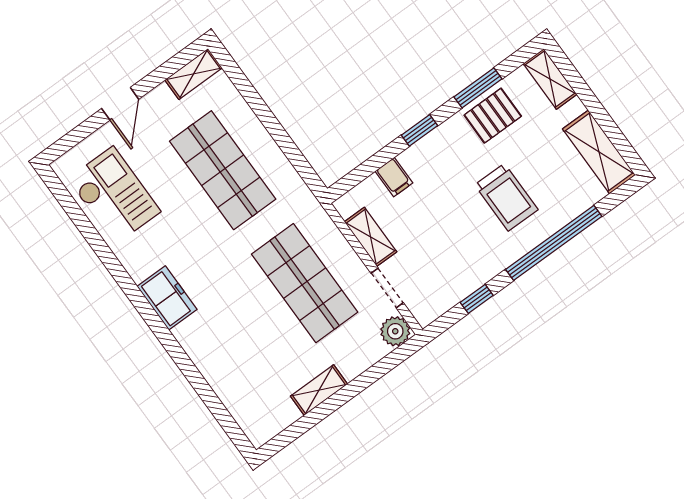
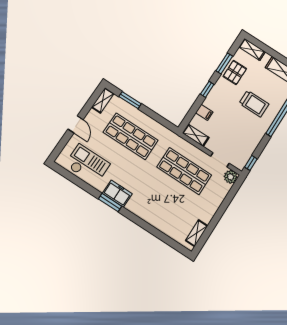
window: (250, 94) -> (130, 100), added
shelving: (371, 237) -> (196, 135), moved
window: (131, 290) -> (110, 203), added
freezer: (167, 298) -> (117, 194), moved
window: (477, 299) -> (251, 163), moved
shelving: (319, 390) -> (197, 233), moved

